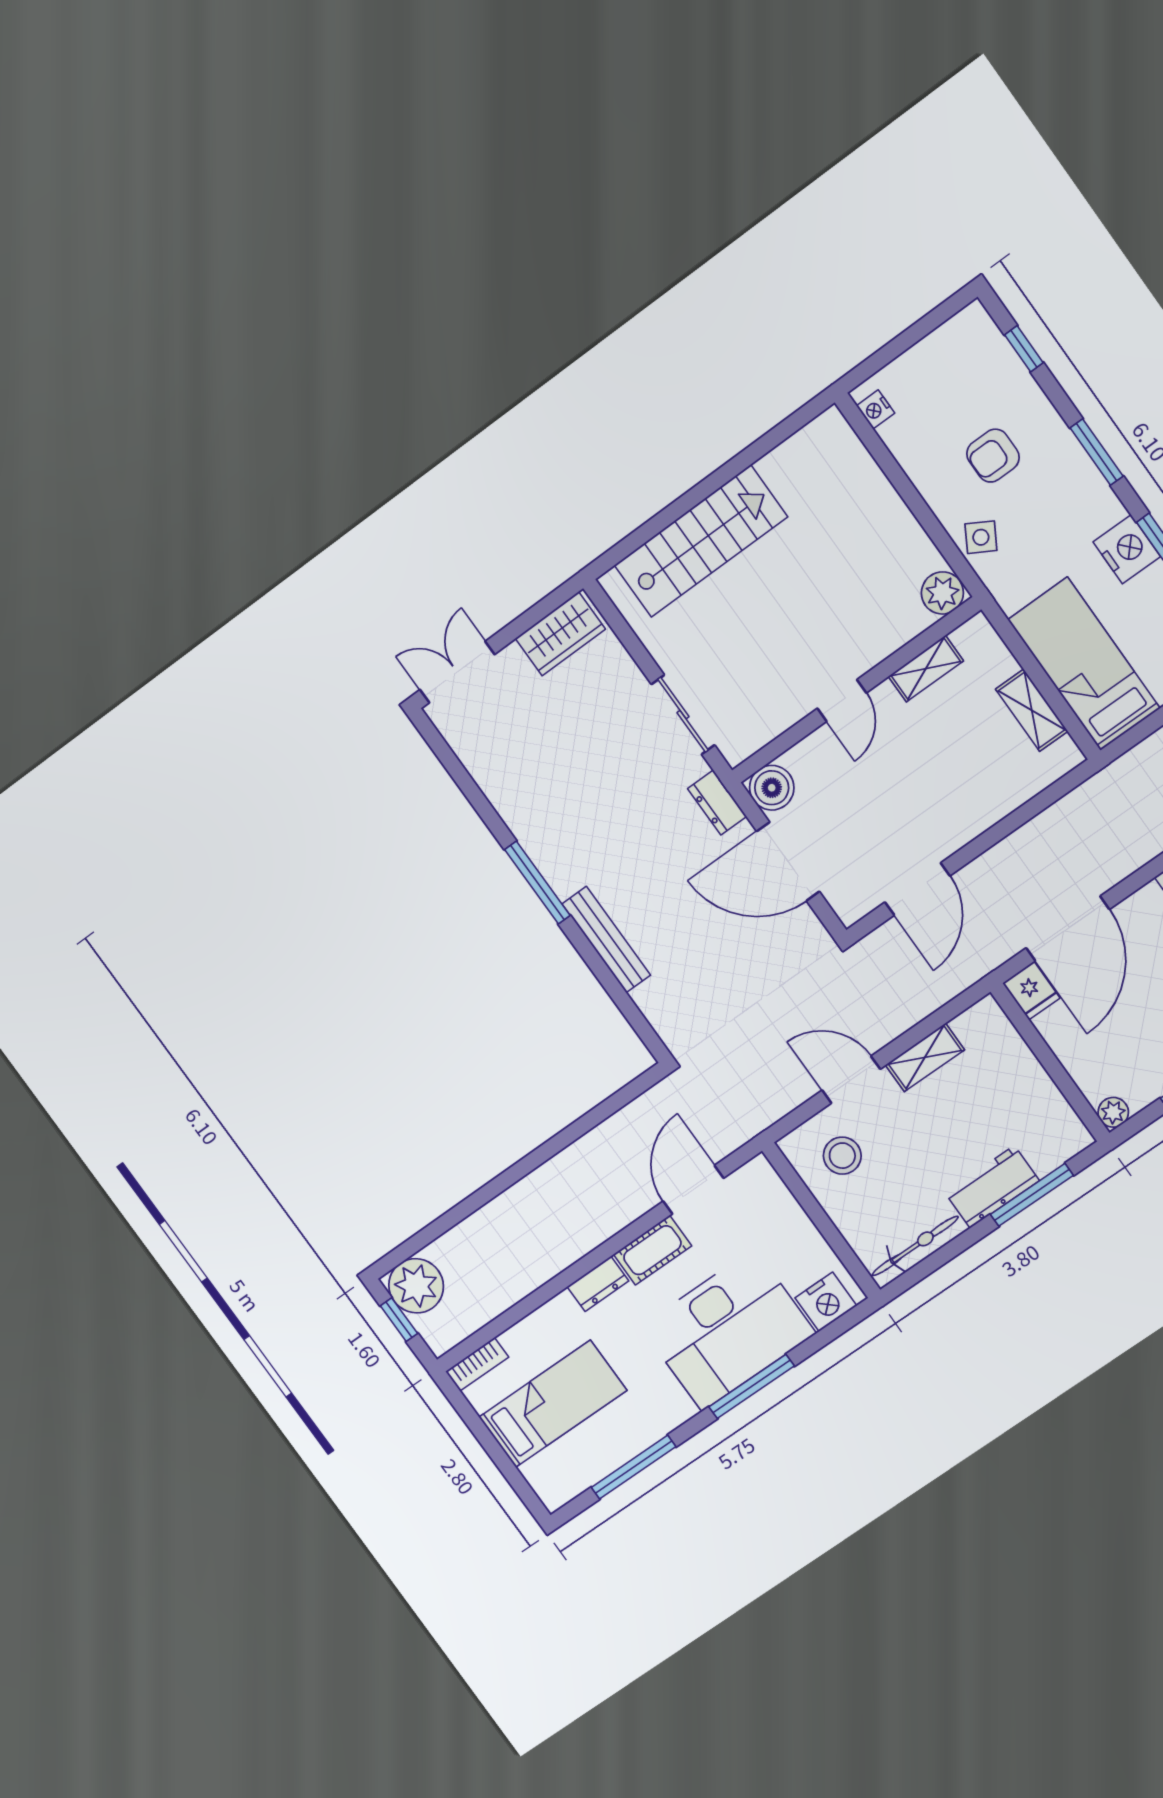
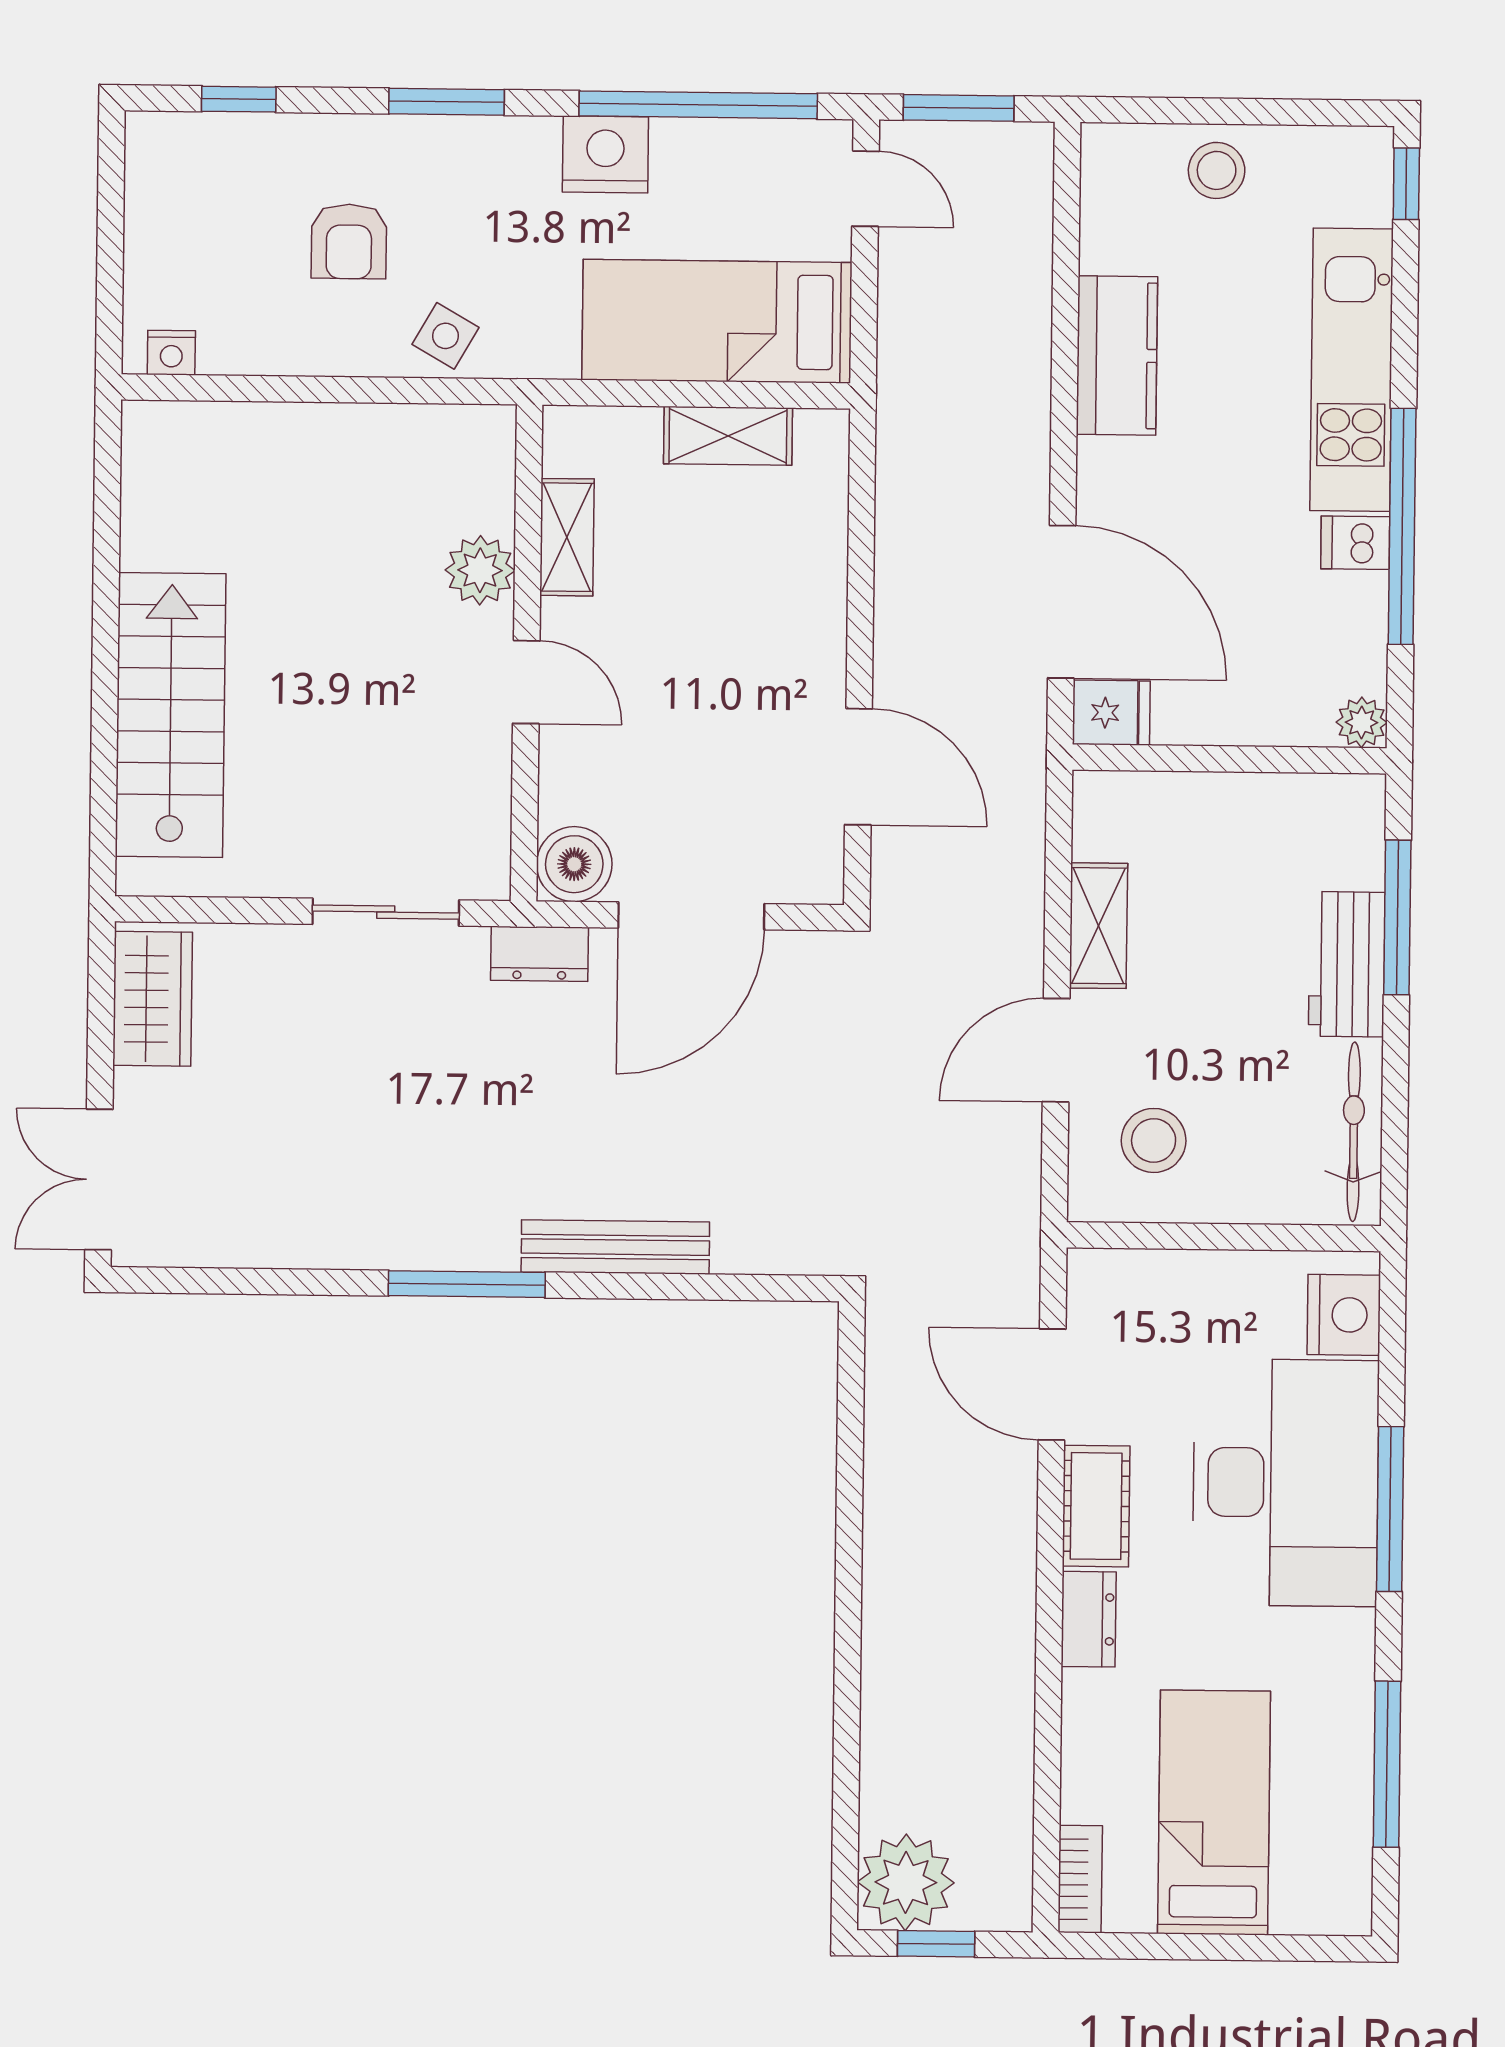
plant: (942, 593) -> (480, 570), moved

